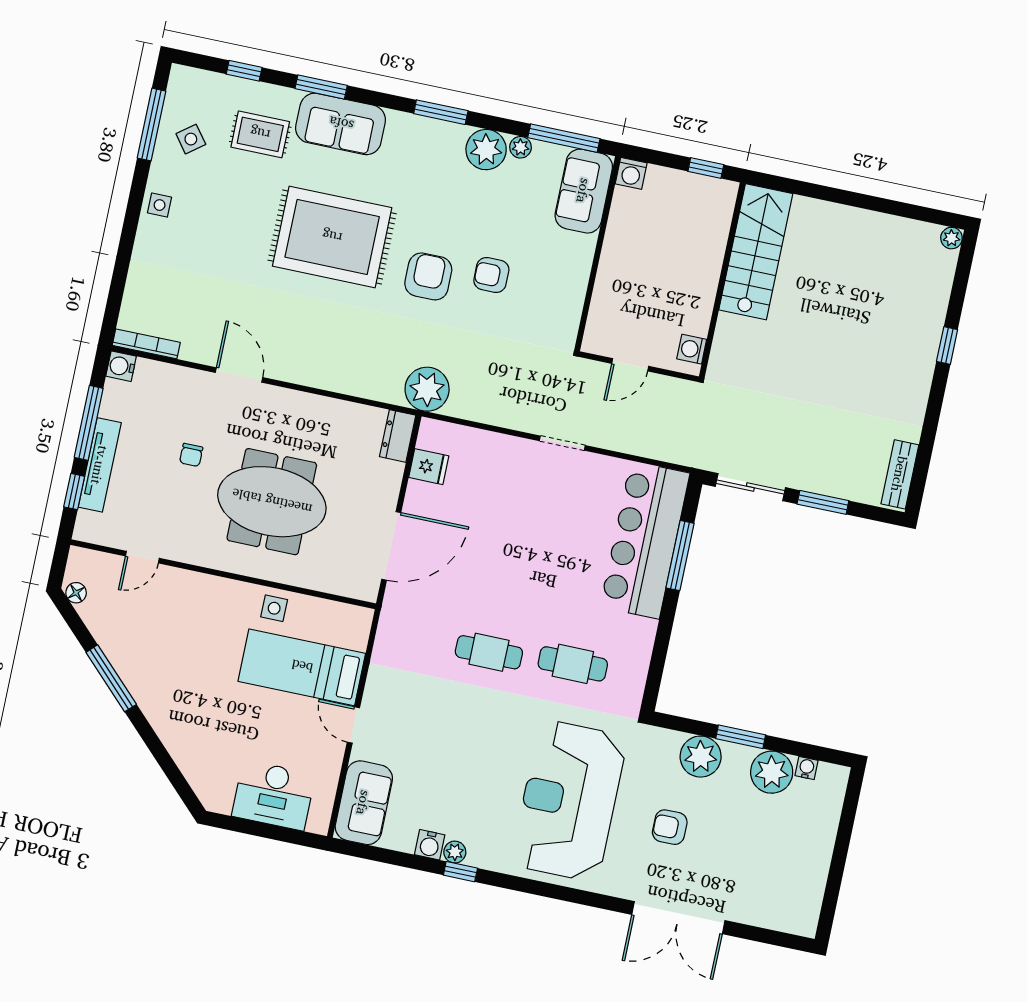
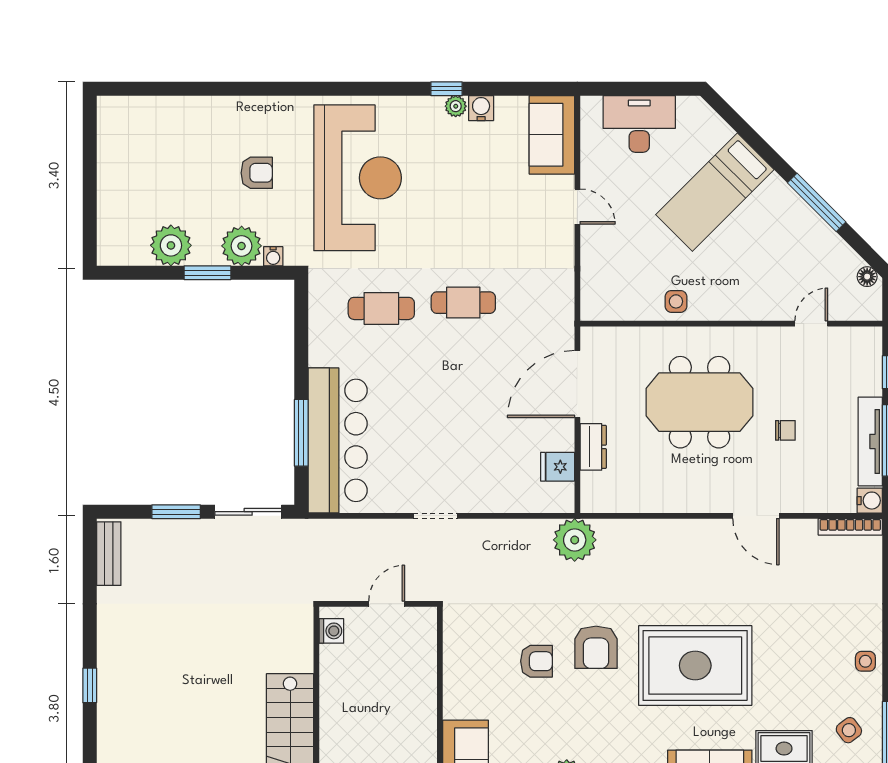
dresser: (398, 436) -> (593, 447), moved
chair: (191, 455) -> (785, 430), turned 90
tv unit: (100, 465) -> (870, 441), moved
bed: (302, 667) -> (715, 192), moved, turned 135
water cooler: (807, 768) -> (273, 256), moved
double door: (678, 918) -> (230, 89), removed

